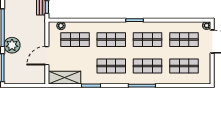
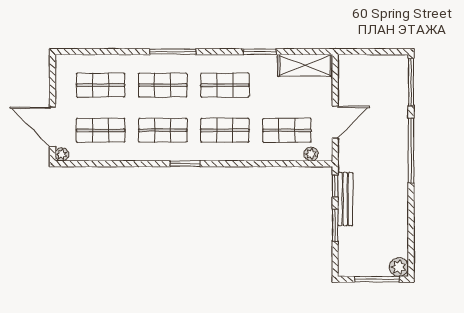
plant: (12, 45) -> (395, 121), removed
door: (47, 56) -> (335, 122), moved

